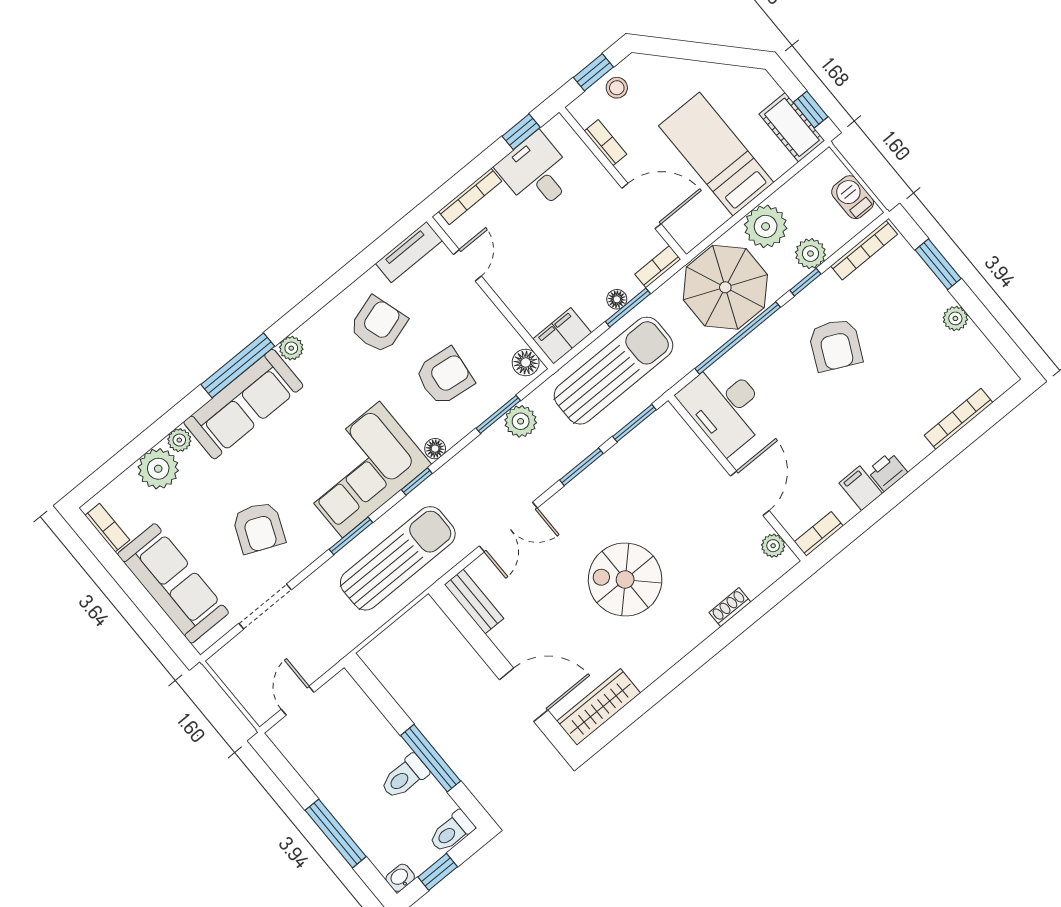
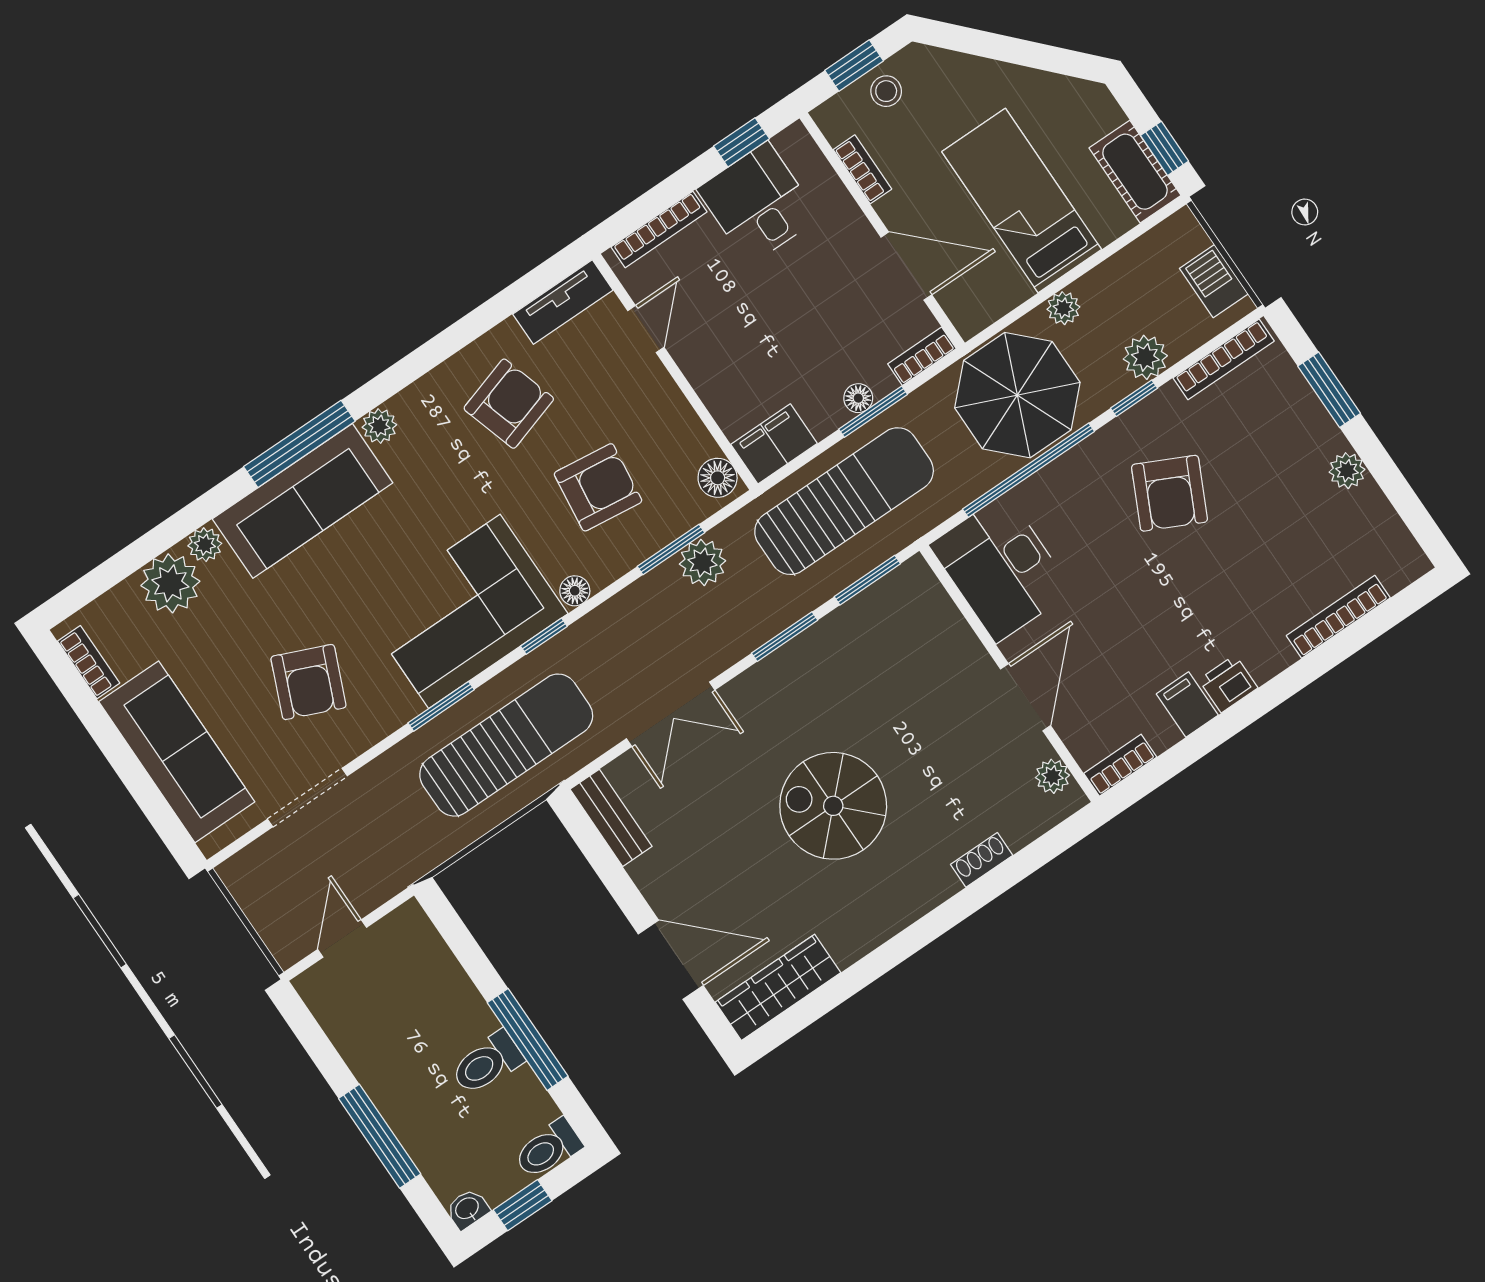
plant: (766, 226) -> (1063, 308), width x0.53, depth x0.53

